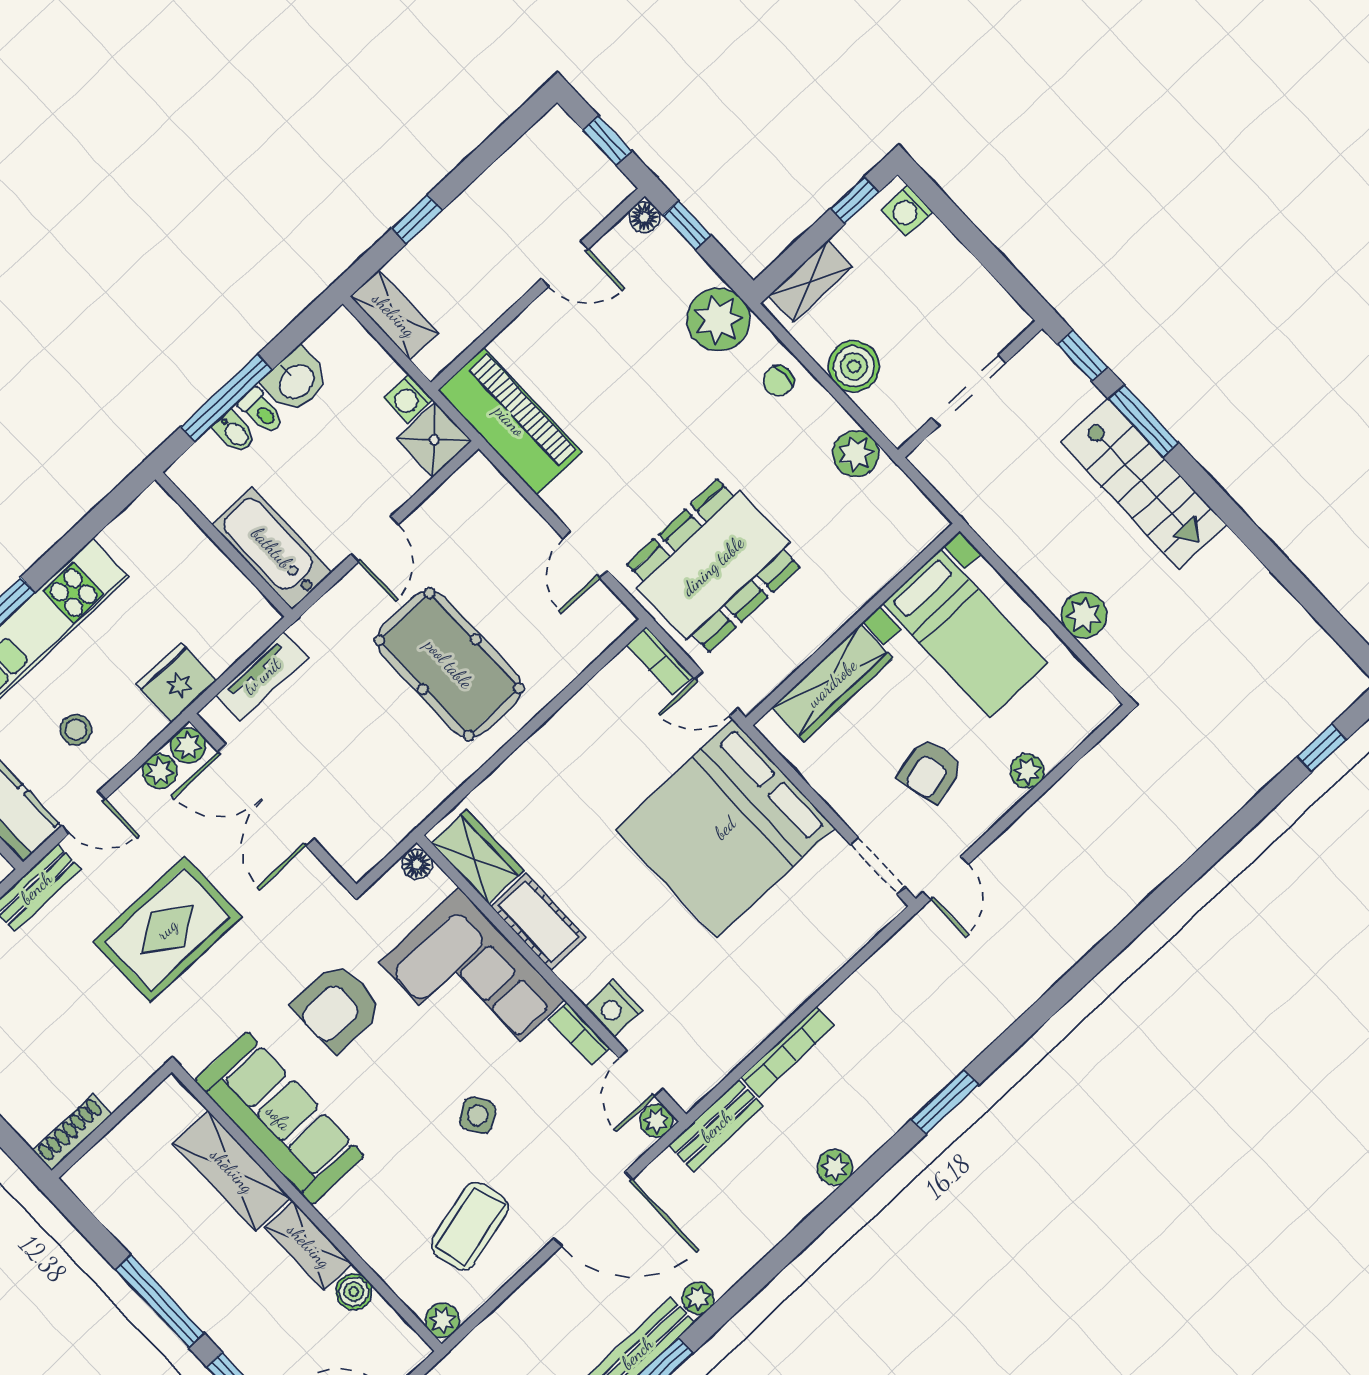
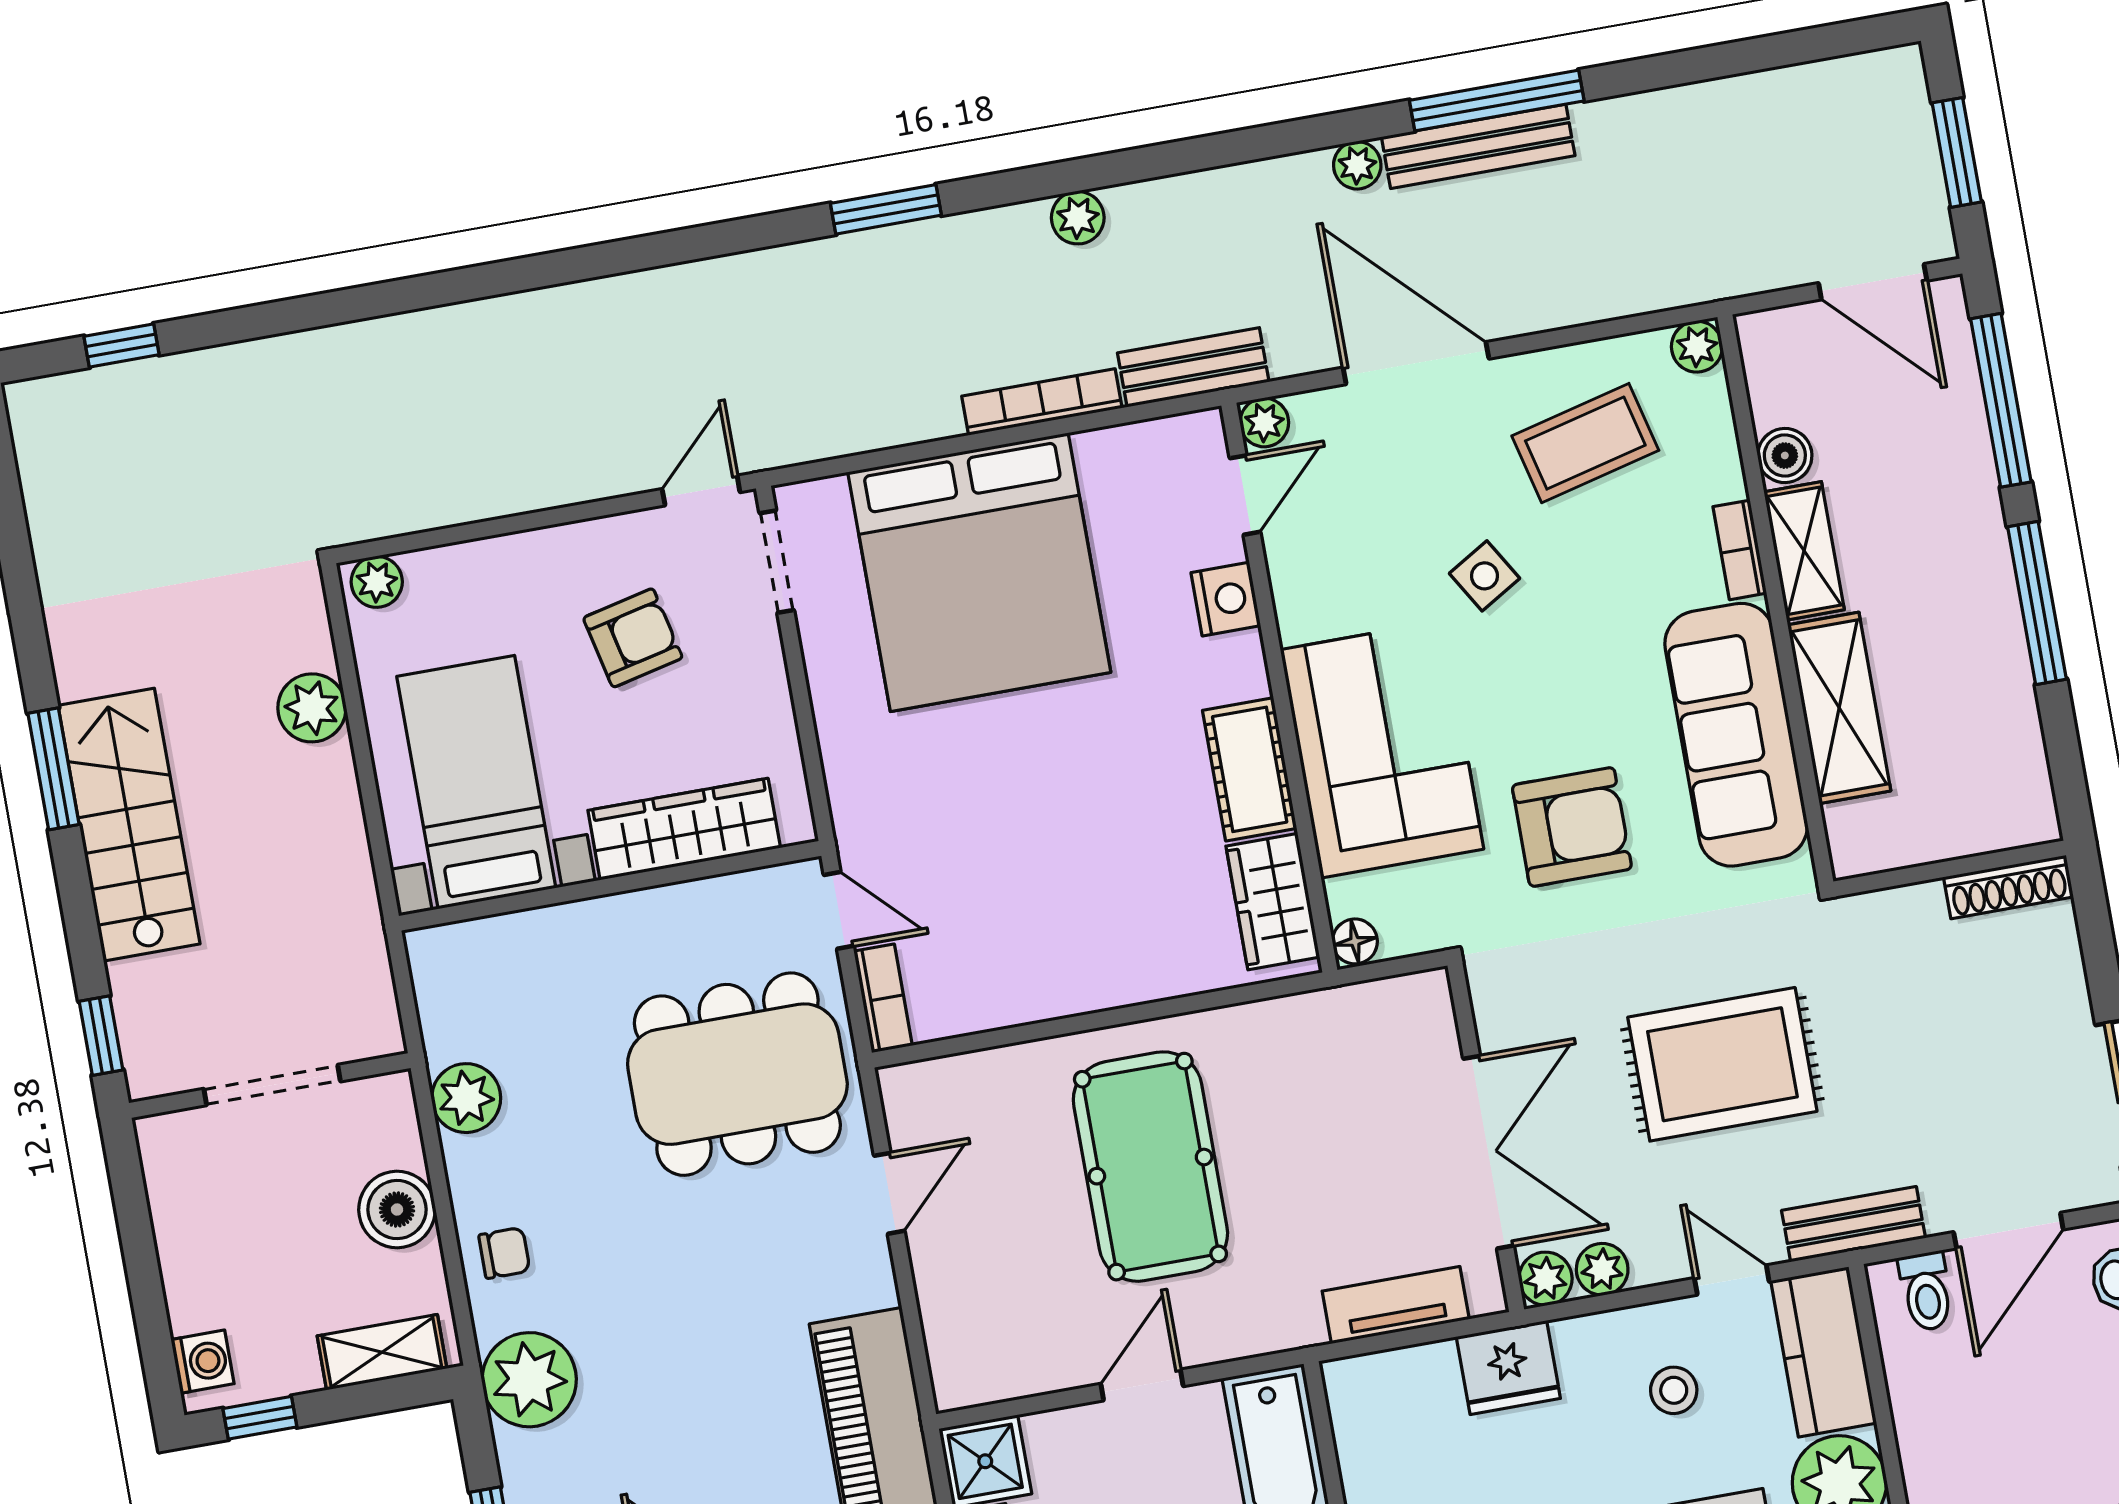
window: (1143, 421) -> (53, 769), moved
plant: (1027, 771) -> (377, 582), moved
bed: (725, 828) -> (979, 572), moved, turned 90
bookcase: (579, 1034) -> (1740, 550), moved, turned 180

